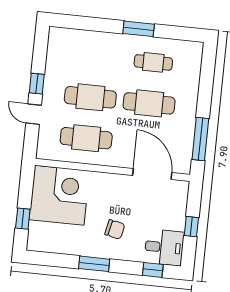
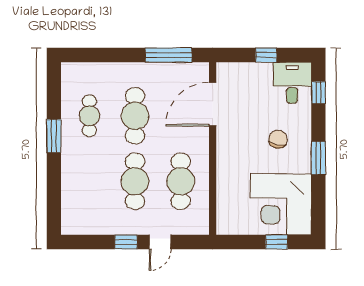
corner desk: (59, 195) -> (281, 204), moved, turned -90

